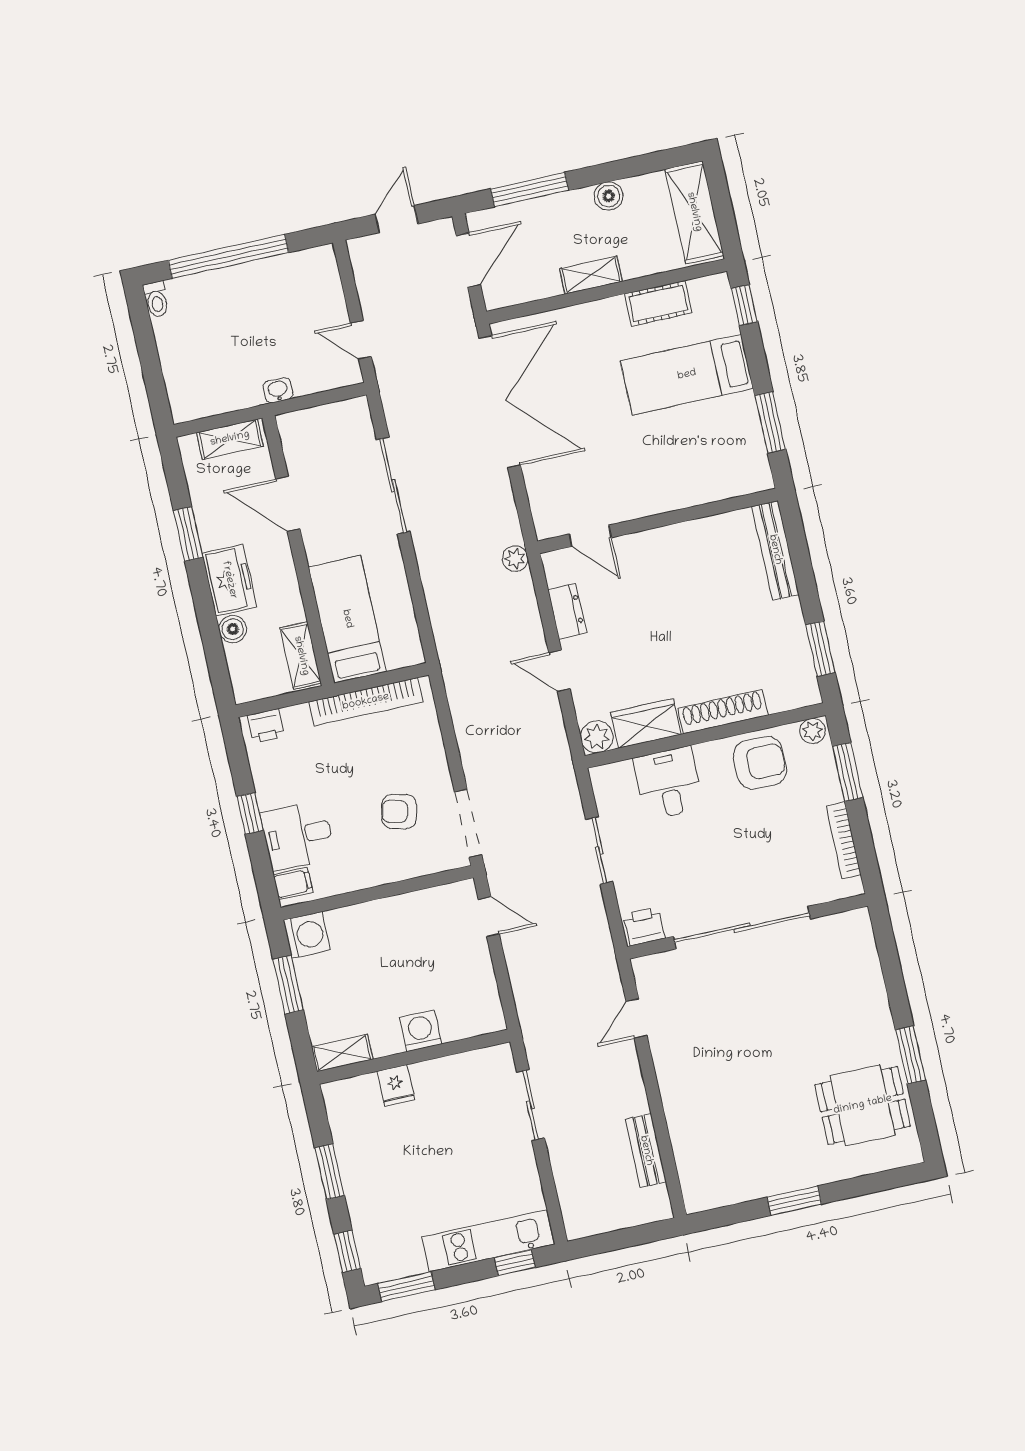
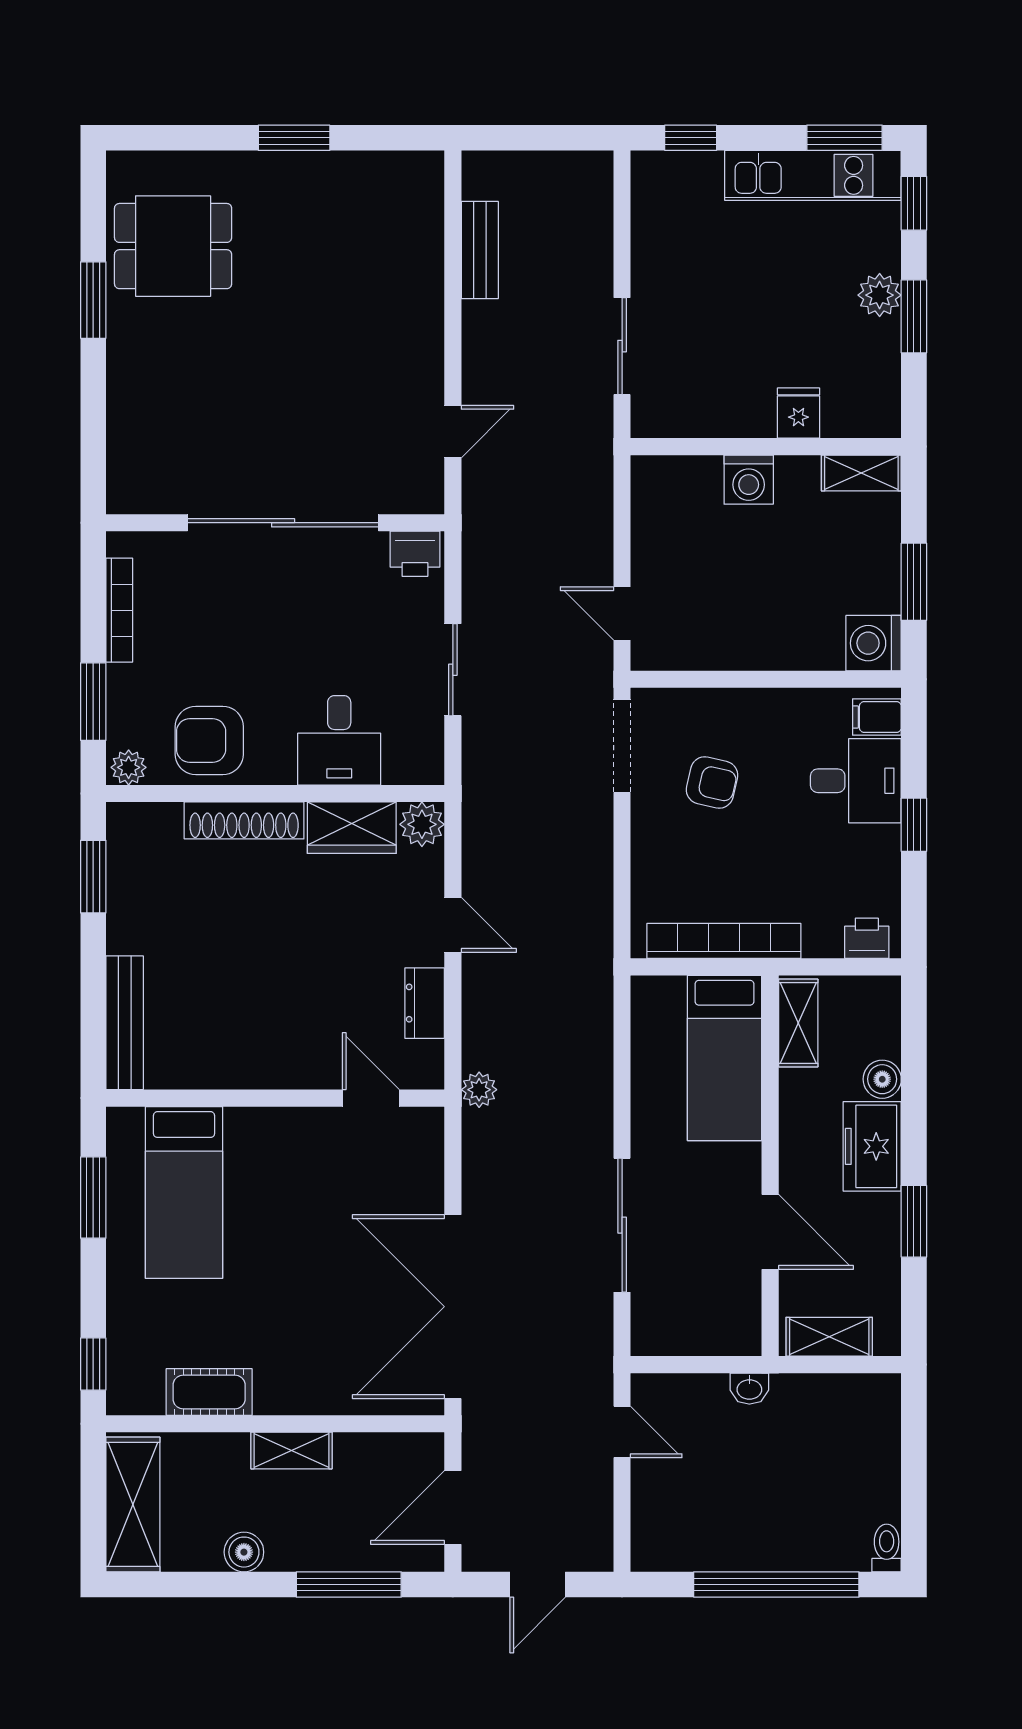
bed: (687, 375) -> (184, 1192), moved, turned 90
plant: (357, 1181) -> (880, 295), added
kitchen unit: (488, 1241) -> (813, 175), moved

